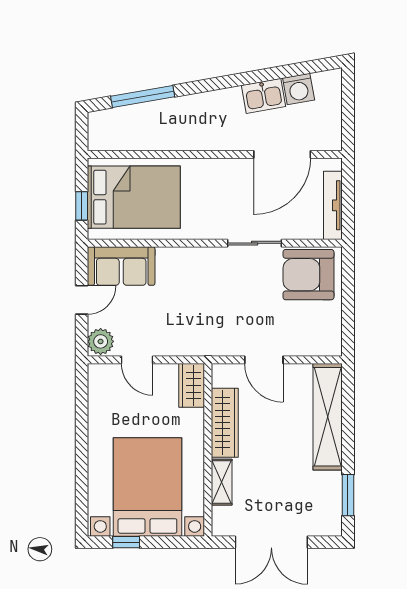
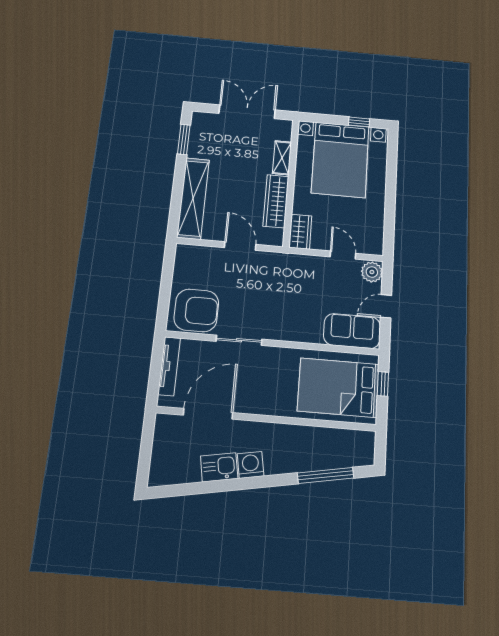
washing machine: (299, 89) -> (251, 465), moved

